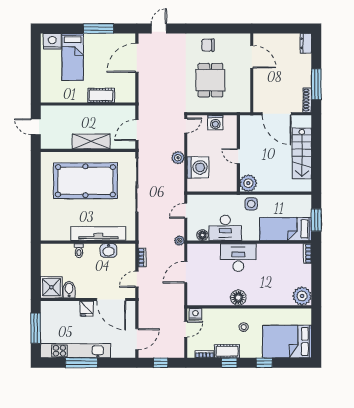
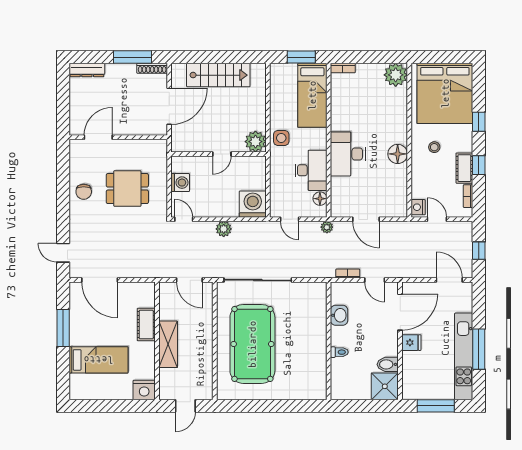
nightstand: (52, 41) -> (144, 390), moved, turned -90
dresser: (306, 43) -> (87, 70), width x1.44
shelving: (91, 141) -> (168, 344), moved
washing machine: (198, 167) -> (253, 204), moved
tv unit: (98, 234) -> (318, 328), removed
bed: (287, 342) -> (445, 93), width x1.36

